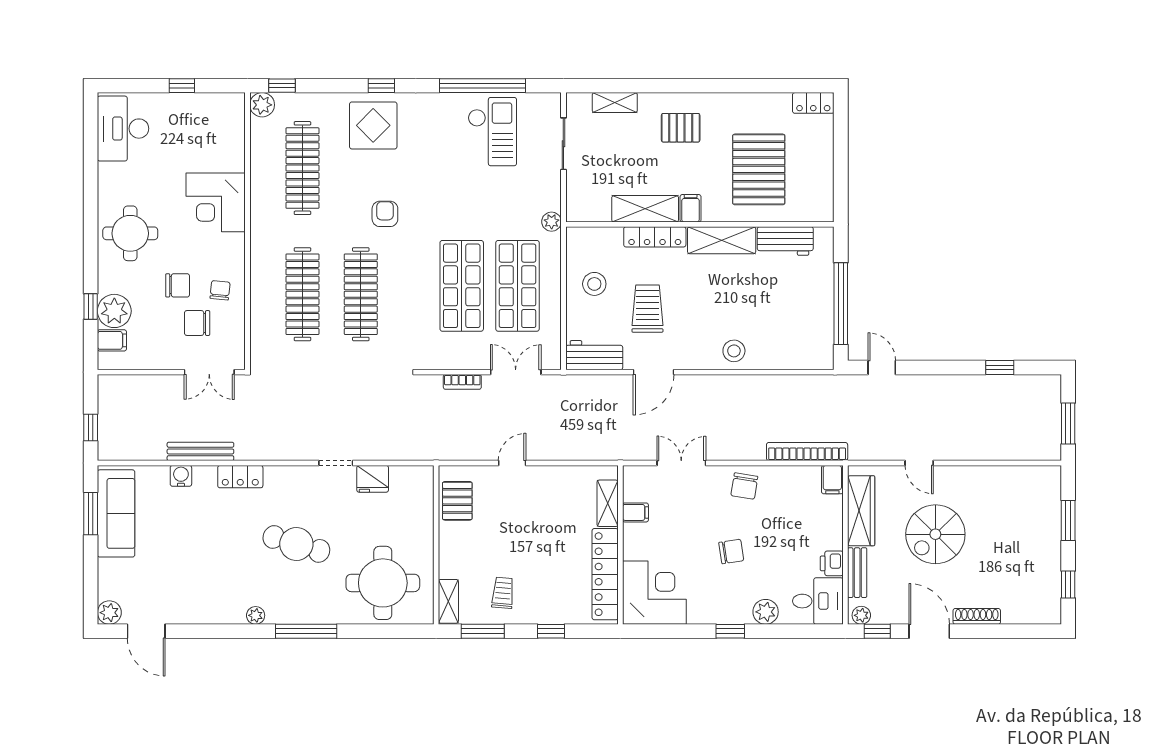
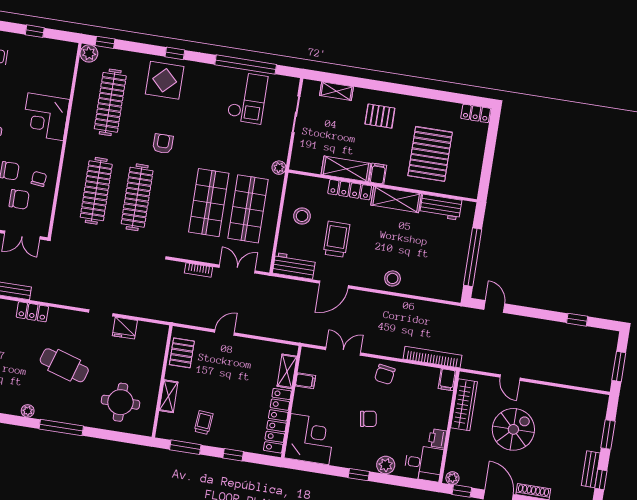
chair: (197, 323) -> (19, 199), turned 180
spiral stairs: (935, 534) -> (513, 429), turned 180
bench: (857, 573) -> (591, 469), moved
round table: (383, 583) -> (120, 402), width x0.73, depth x0.73
shelving: (448, 601) -> (169, 396), moved

